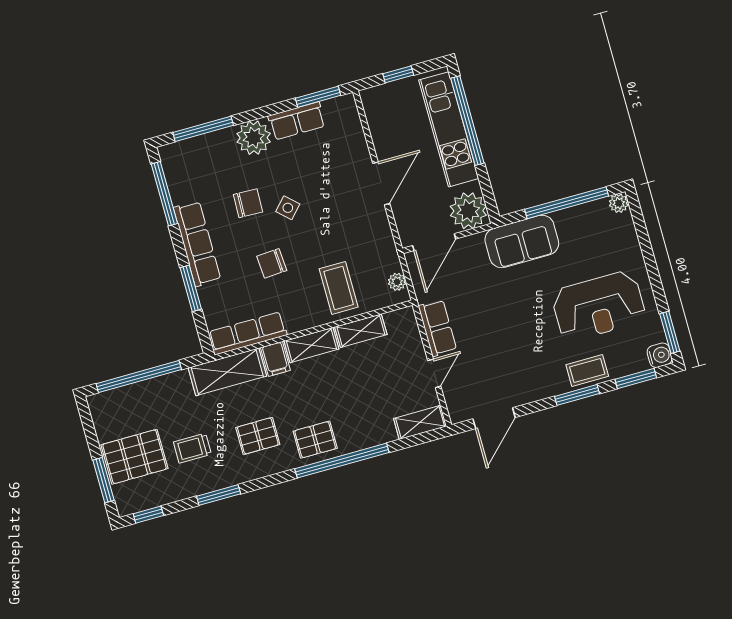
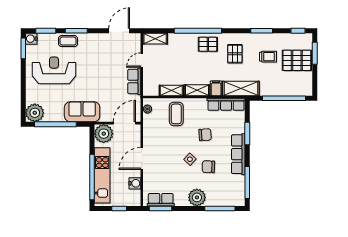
row of seats: (297, 121) -> (161, 200), moved
water cooler: (381, 132) -> (135, 183), added
plant: (619, 203) -> (35, 113), width x1.88, depth x1.88
pallet: (258, 436) -> (235, 54), turned 90

